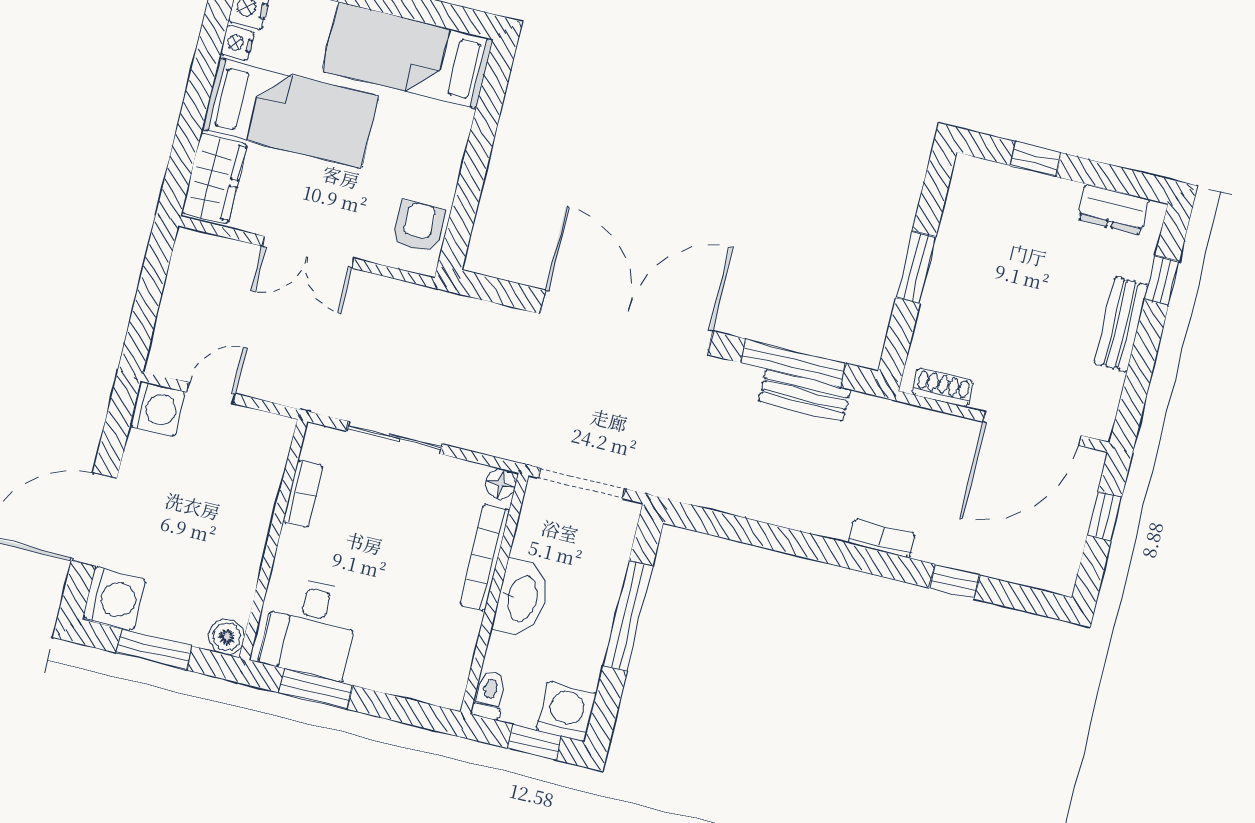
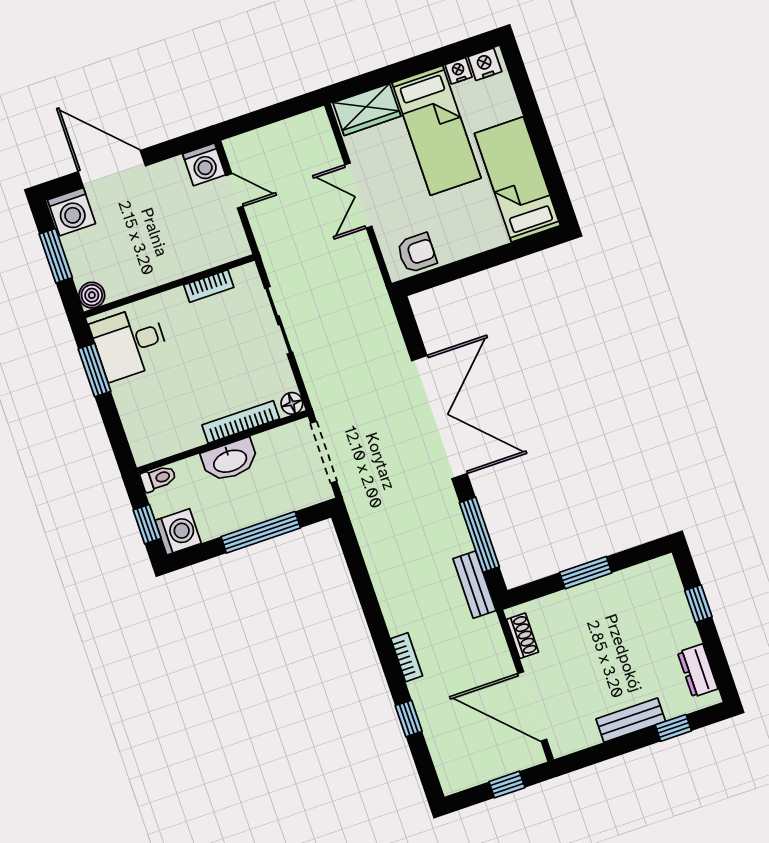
bench: (805, 395) -> (474, 585), moved

